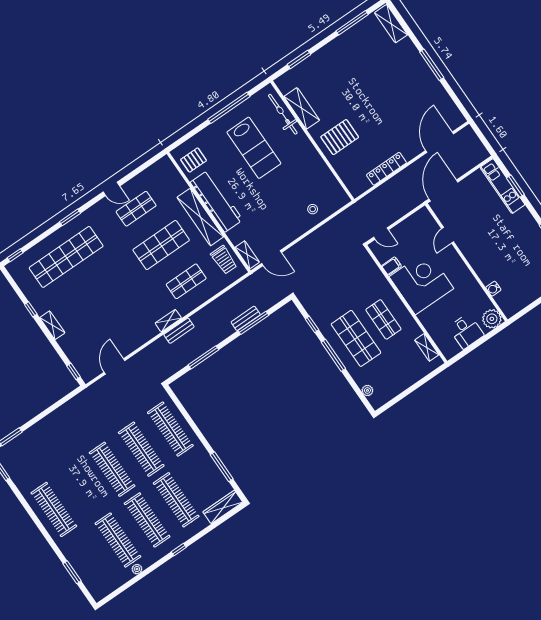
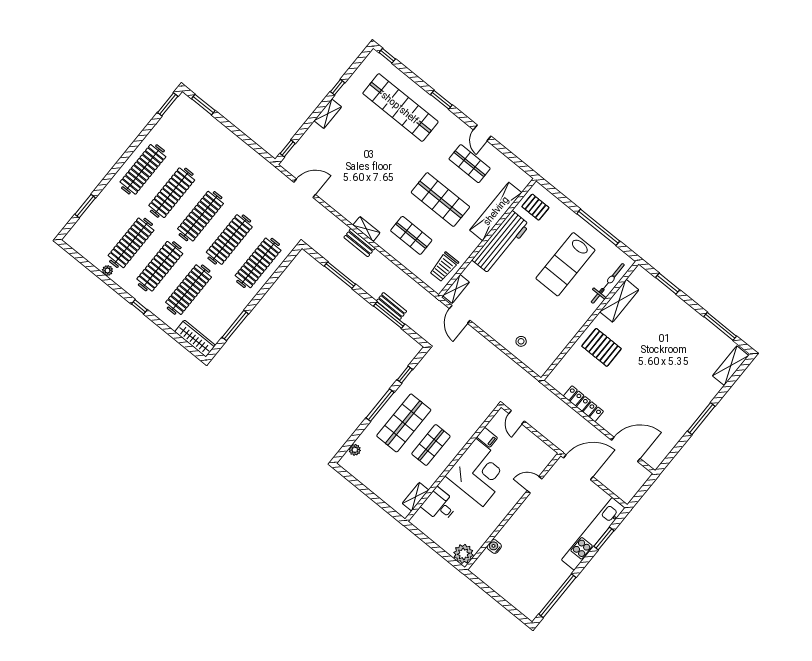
kitchen unit: (502, 186) -> (593, 534), width x1.36
shelving: (200, 217) -> (496, 211), moved
desk: (466, 331) -> (440, 505), moved, turned 90
clothes rail: (83, 489) -> (172, 193), added

